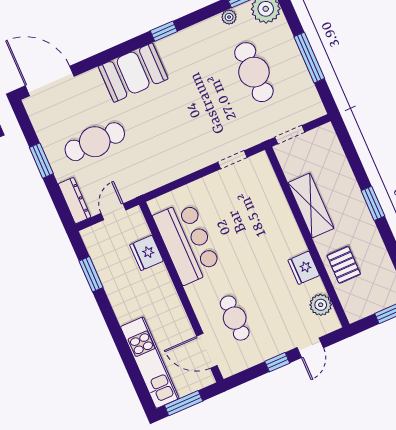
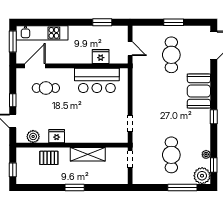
window: (309, 58) -> (182, 187), moved
cafe table: (254, 72) -> (171, 155), turned 90
dresser: (75, 201) -> (145, 31), removed

